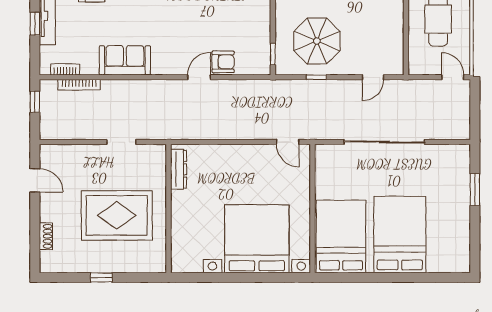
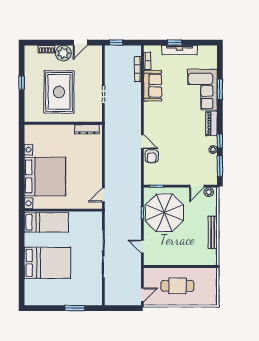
parasol: (317, 41) -> (164, 213), width x1.36, depth x1.36
sofa: (125, 60) -> (153, 86), moved
window: (35, 102) -> (116, 43), moved
plant: (52, 208) -> (63, 53), added
bed: (341, 236) -> (46, 222), width x0.67

